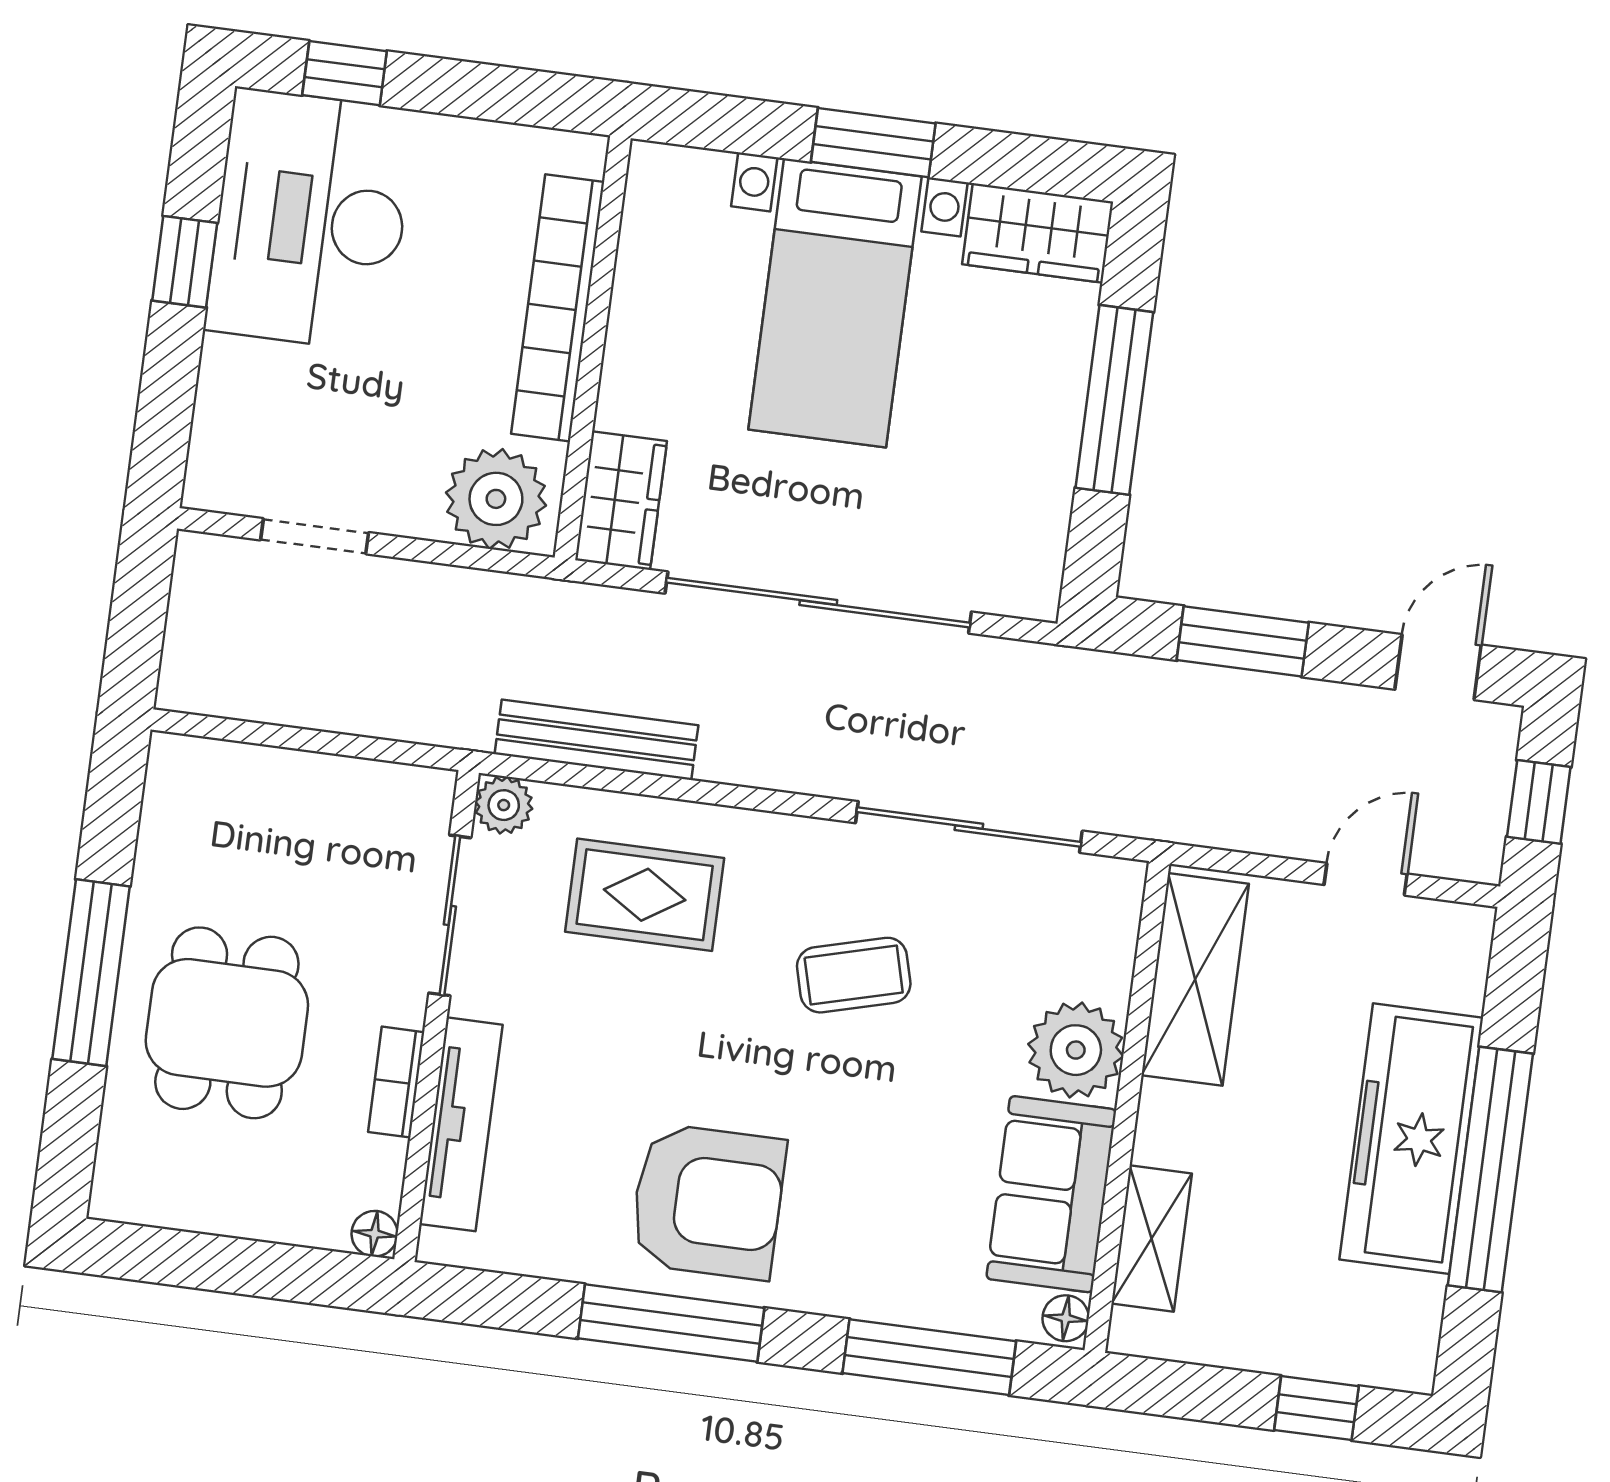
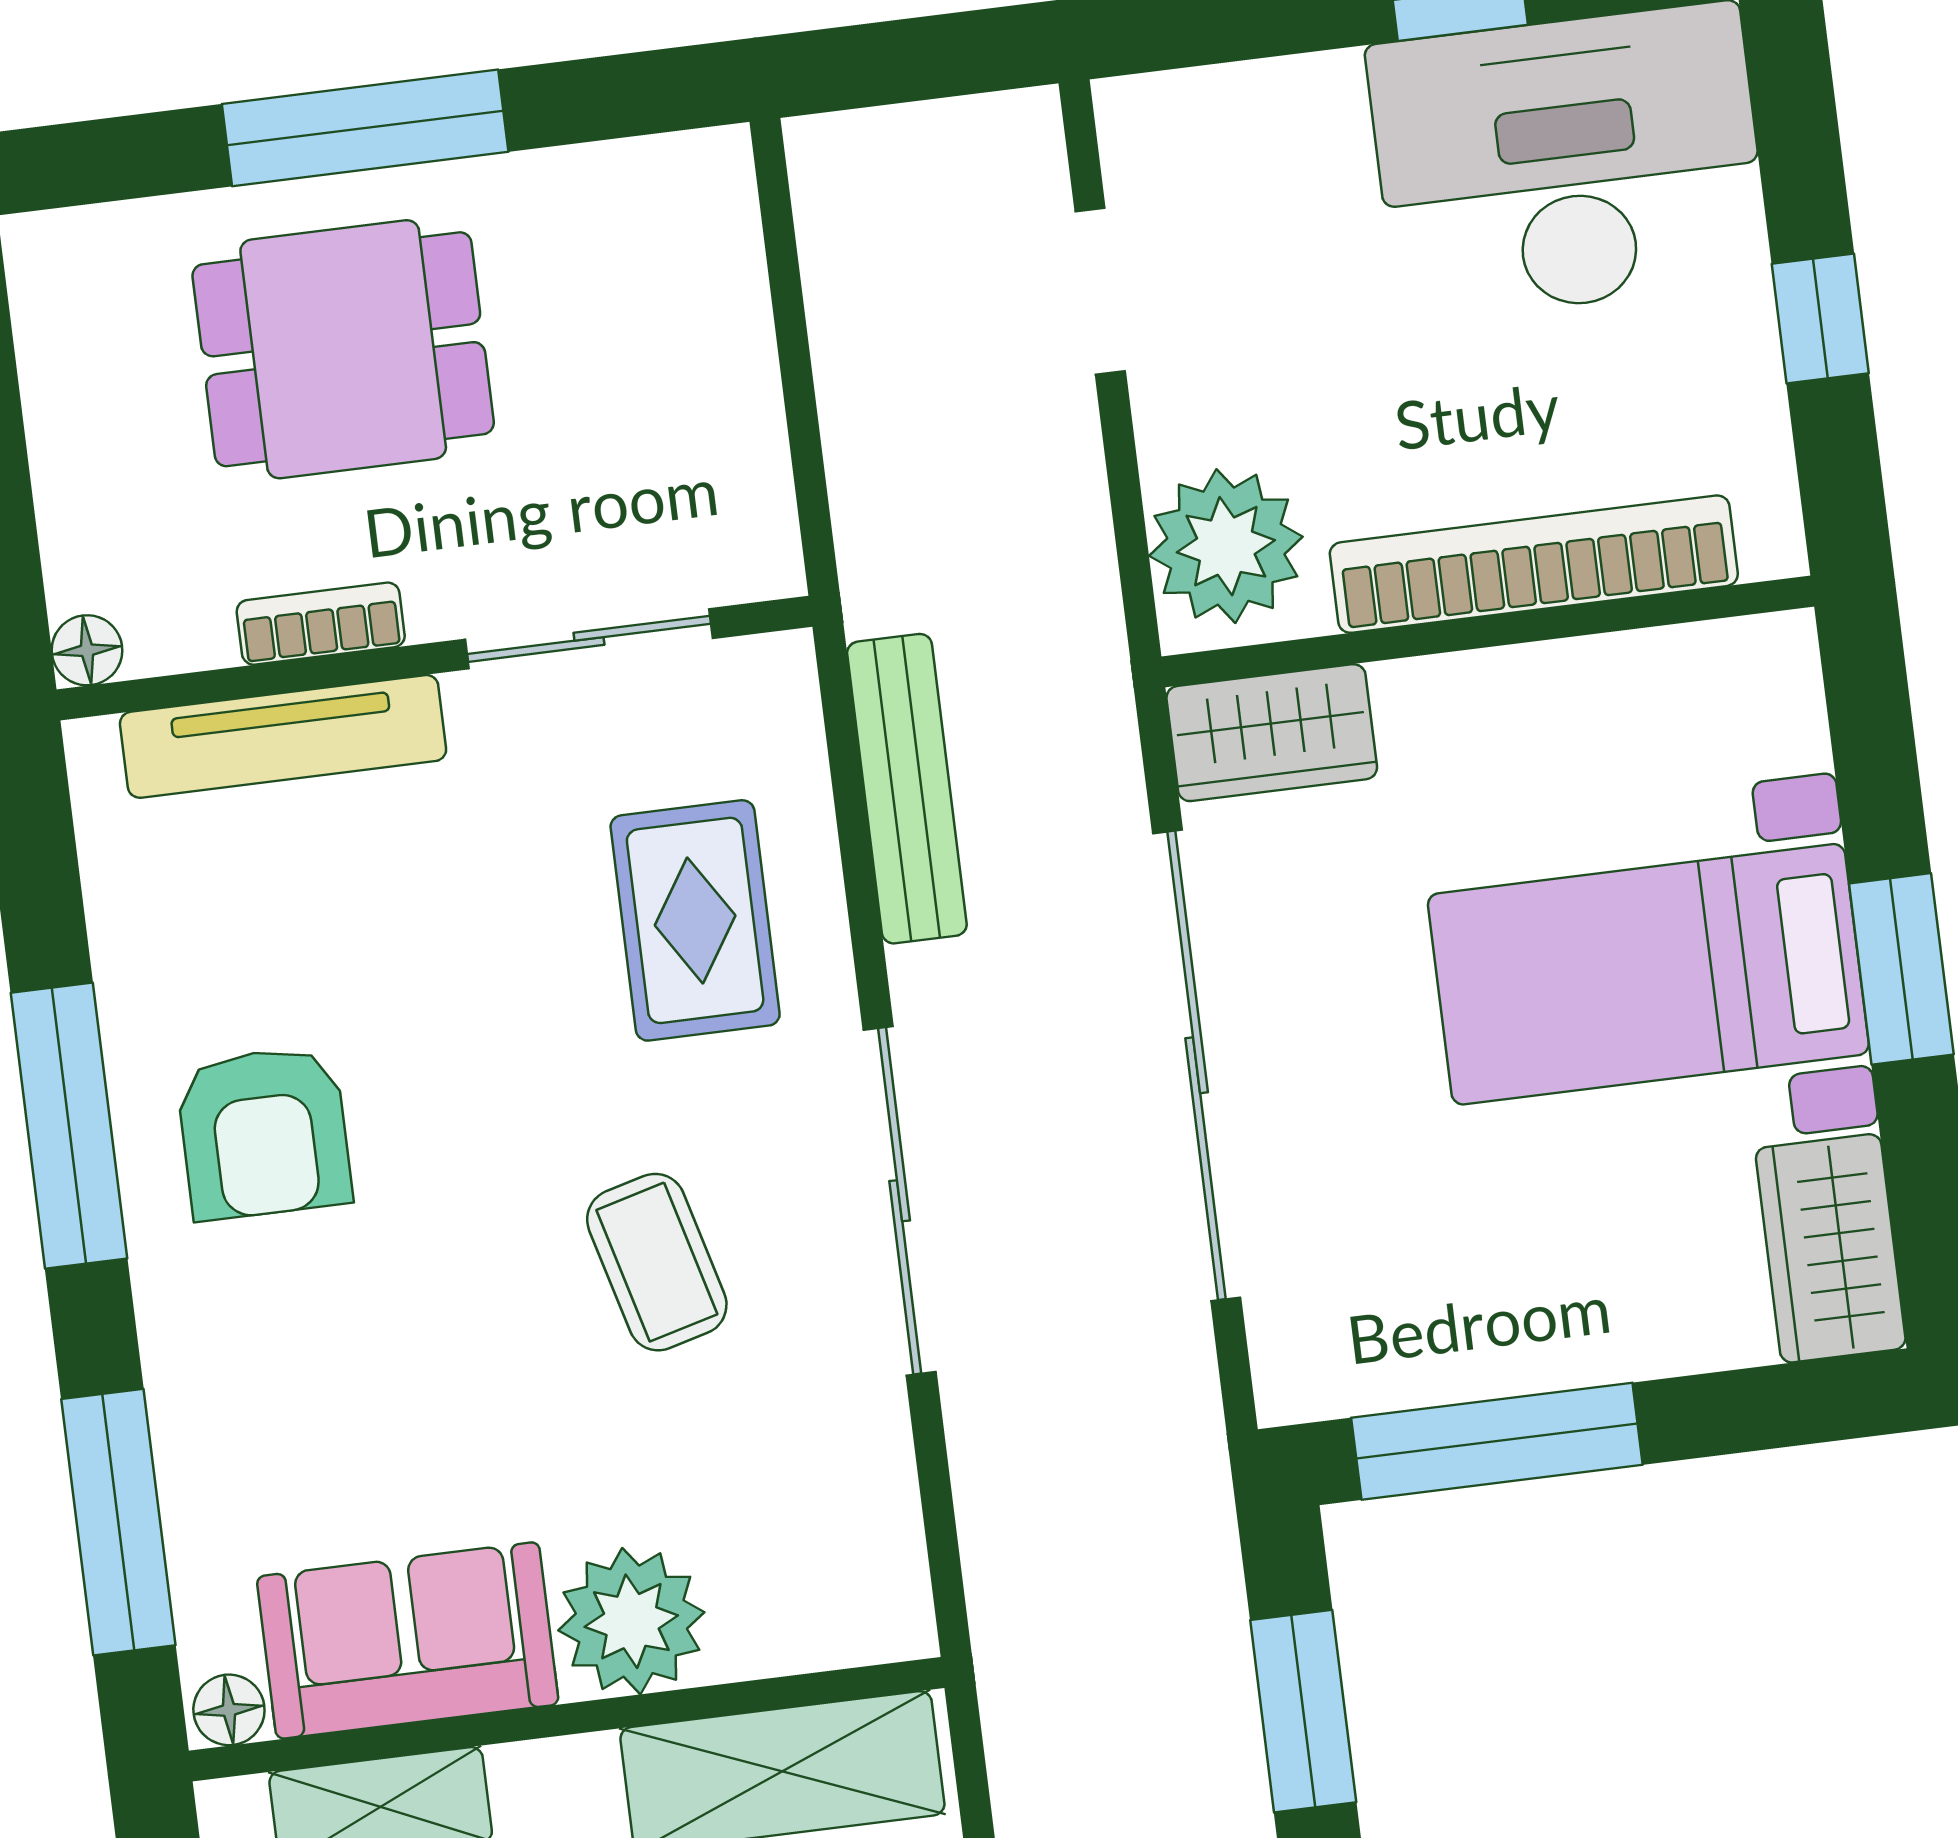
window: (345, 73) -> (1820, 318), moved
window: (1114, 400) -> (1497, 1441), moved
plant: (504, 805) -> (774, 676), removed
sliding door: (969, 827) -> (900, 1201), moved
armchair: (708, 1201) -> (264, 1133), width x0.73, depth x0.73

